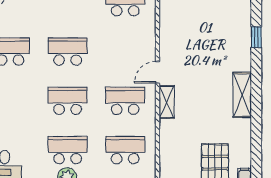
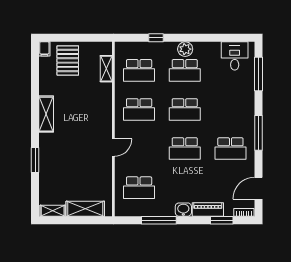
window: (256, 37) -> (35, 160), width x1.50
door: (157, 72) -> (113, 147), moved
shelving: (167, 102) -> (106, 69), moved

